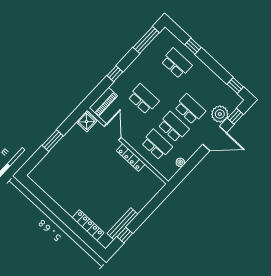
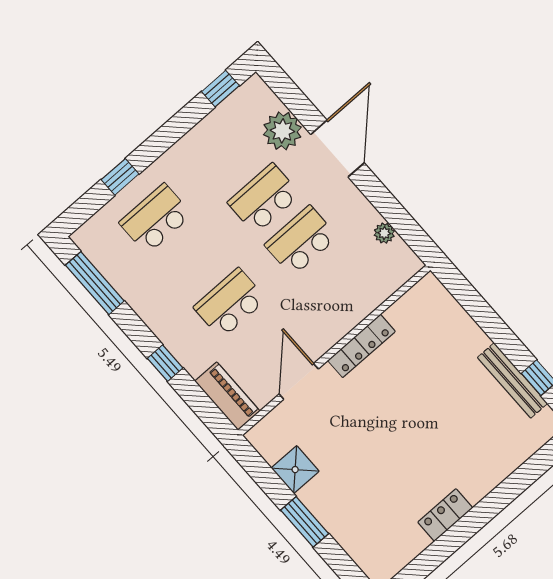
window: (235, 116) -> (291, 96), removed
shower: (86, 122) -> (295, 470), moved
door: (113, 132) -> (299, 381), hinge flipped
school desk: (157, 145) -> (338, 283), removed
locker: (88, 225) -> (445, 515), moved, width x0.66

